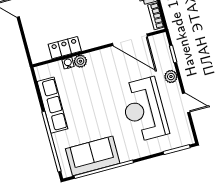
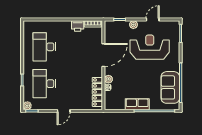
door: (130, 40) -> (103, 55), moved
locker: (65, 48) -> (97, 92), width x1.53
row of seats: (52, 105) -> (137, 104), width x0.68
reception desk: (144, 110) -> (150, 47), turned 180

